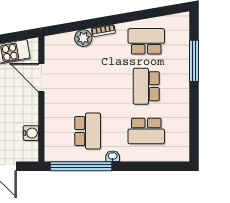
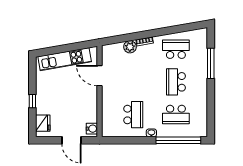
water cooler: (31, 133) -> (92, 129), moved
window: (81, 166) -> (178, 140), moved

